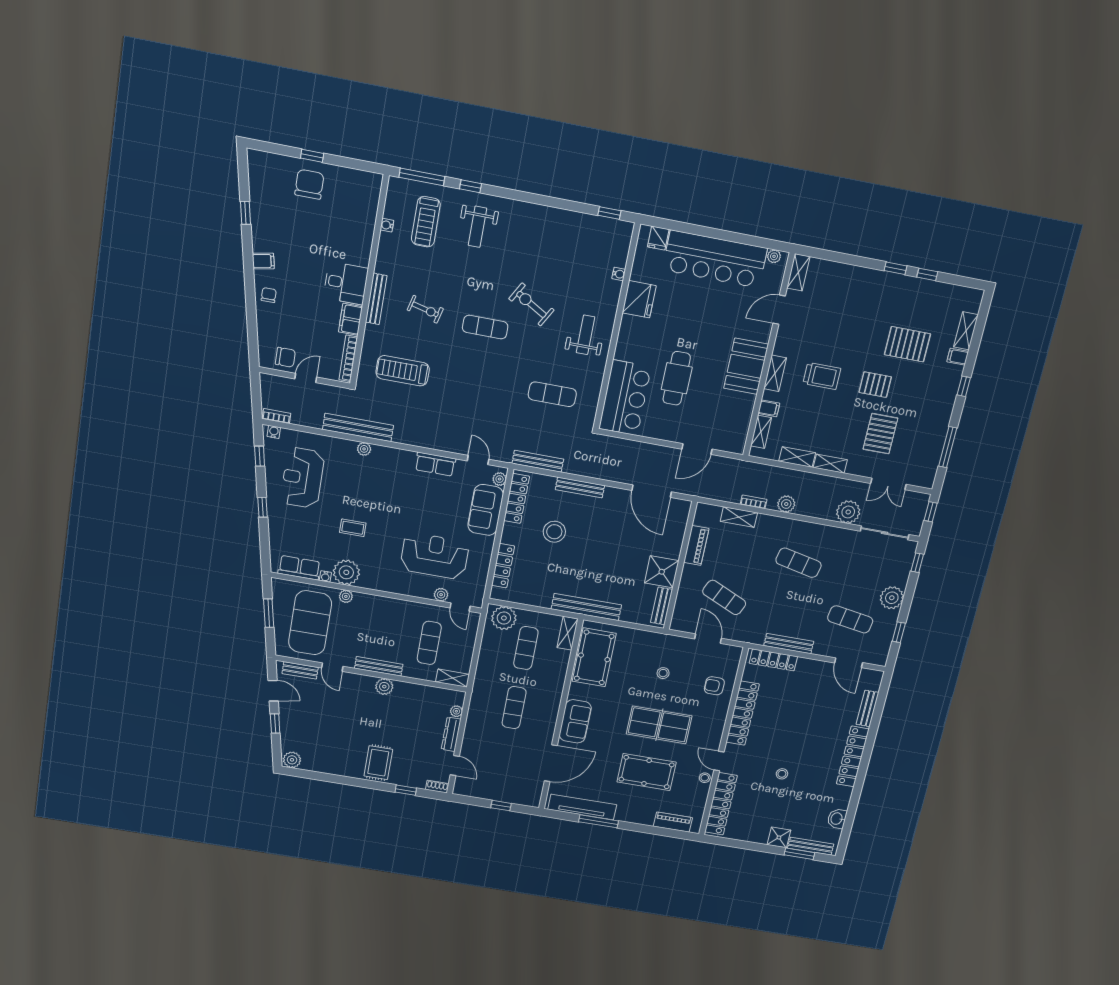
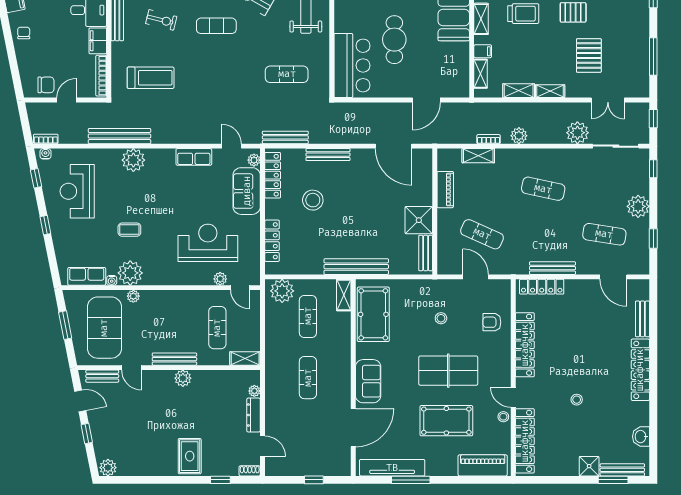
treadmill: (403, 371) -> (151, 78), turned 180
plant: (364, 449) -> (133, 160), width x1.87, depth x1.87
piano: (673, 822) -> (483, 465), width x1.37, depth x1.33

